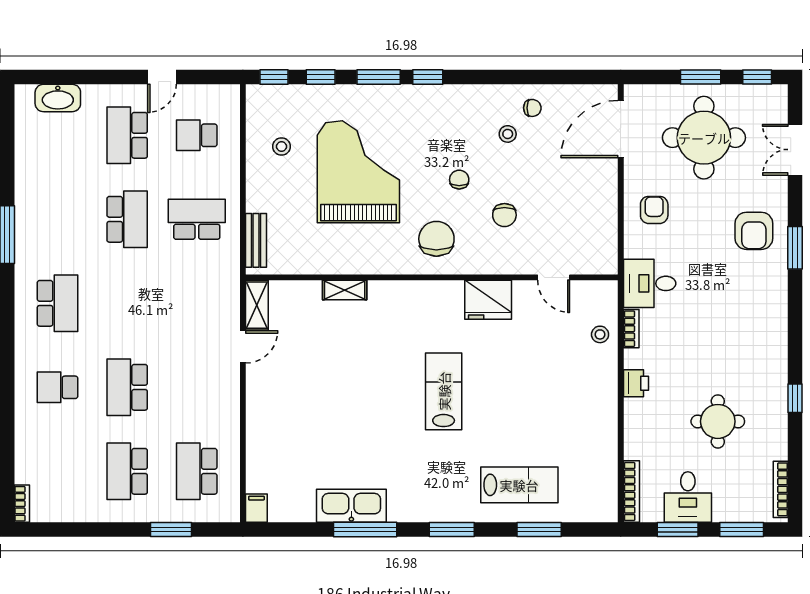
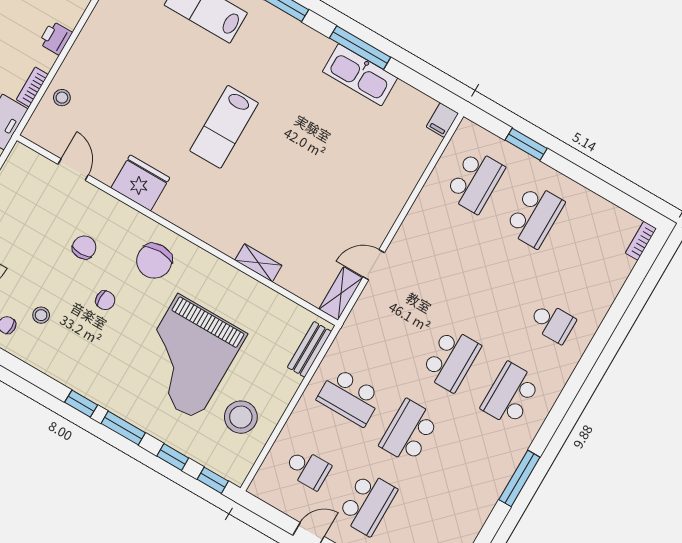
stool: (282, 146) -> (241, 417), width x1.89, depth x1.89
chair: (459, 180) -> (105, 300), turned -90
school desk: (127, 387) -> (451, 360), moved

